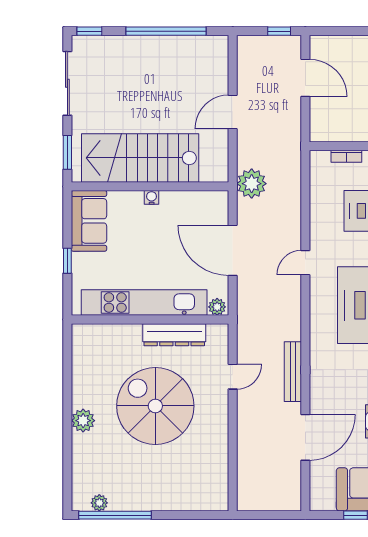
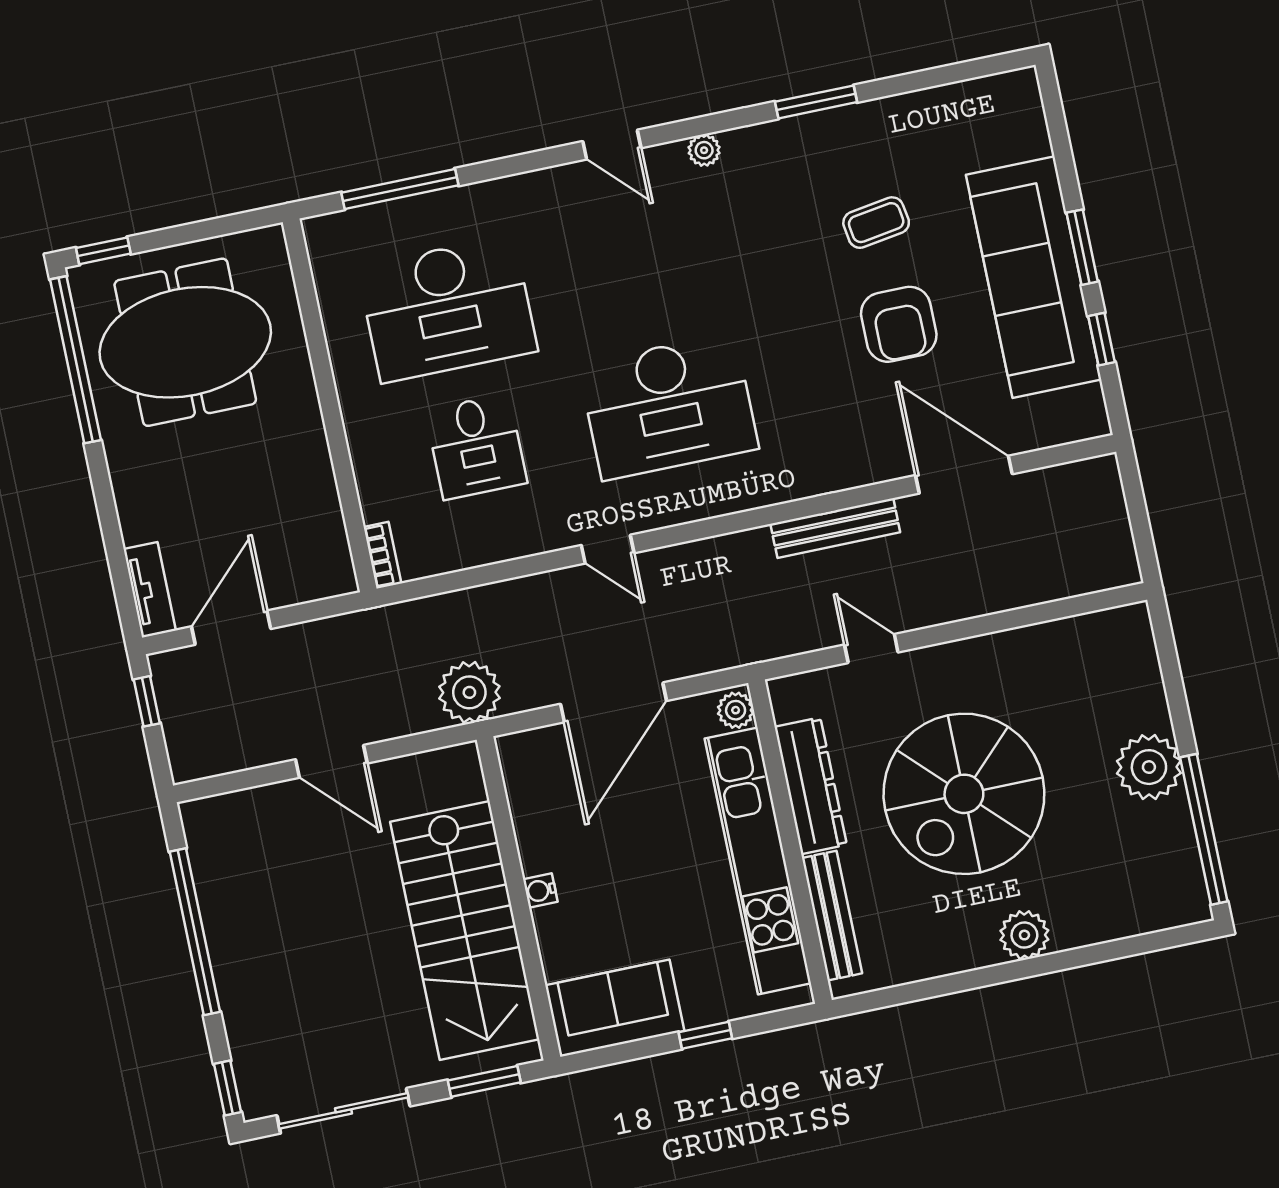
tv unit: (331, 43) -> (150, 590), added
bookcase: (346, 156) -> (382, 555), moved
bench: (111, 332) -> (832, 916), added
plant: (99, 503) -> (1149, 767), moved, width x1.87, depth x1.87

